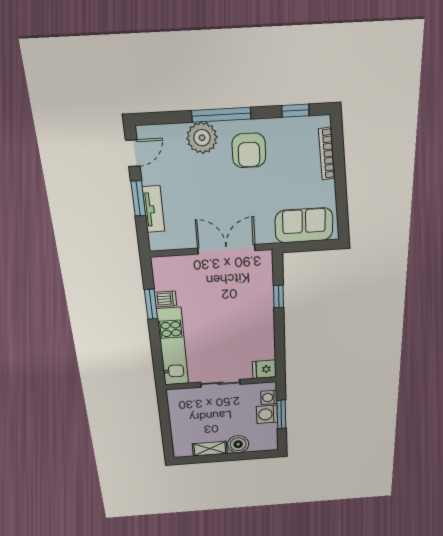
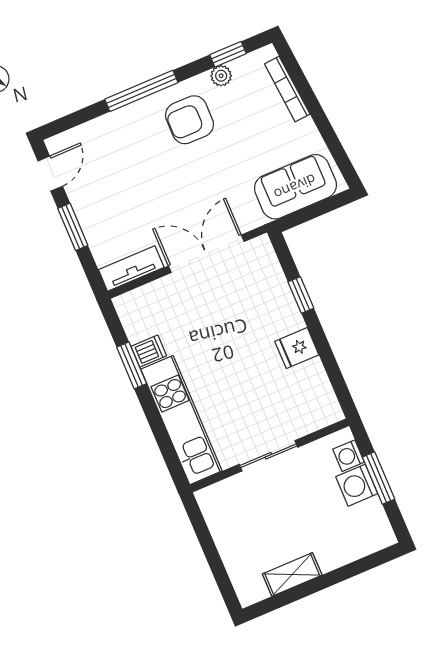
plant: (202, 138) -> (221, 76), moved, width x0.53, depth x0.53
armchair: (249, 150) -> (189, 120), turned 90
tv unit: (154, 209) -> (131, 268), moved, turned -90
fridge: (264, 369) -> (297, 348), moved
boiler: (238, 444) -> (333, 552), removed

